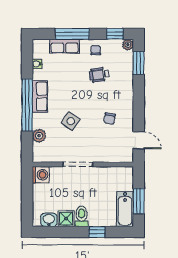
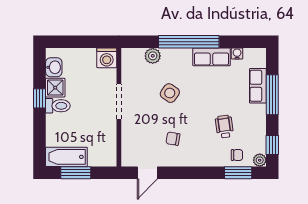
chair: (96, 50) -> (237, 155), moved
row of seats: (40, 96) -> (211, 57), moved
window: (97, 232) -> (40, 98), moved

